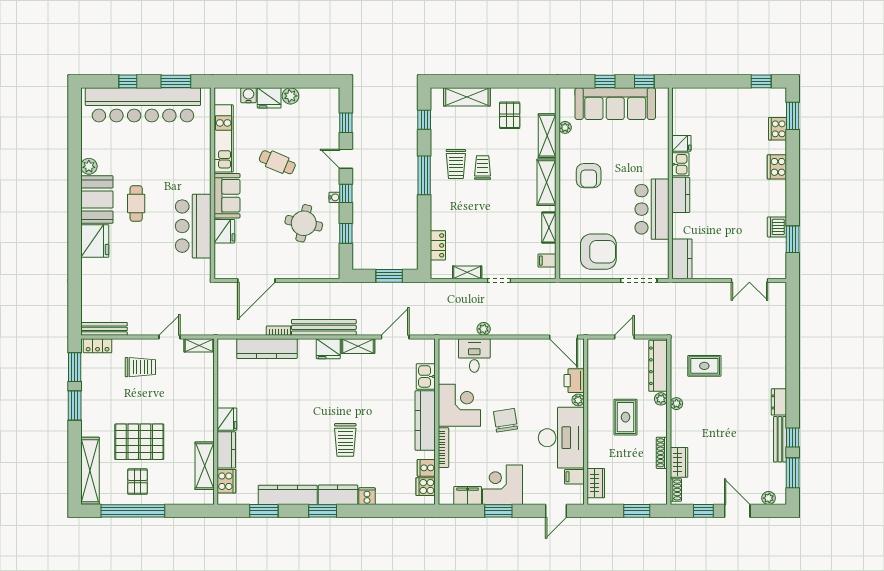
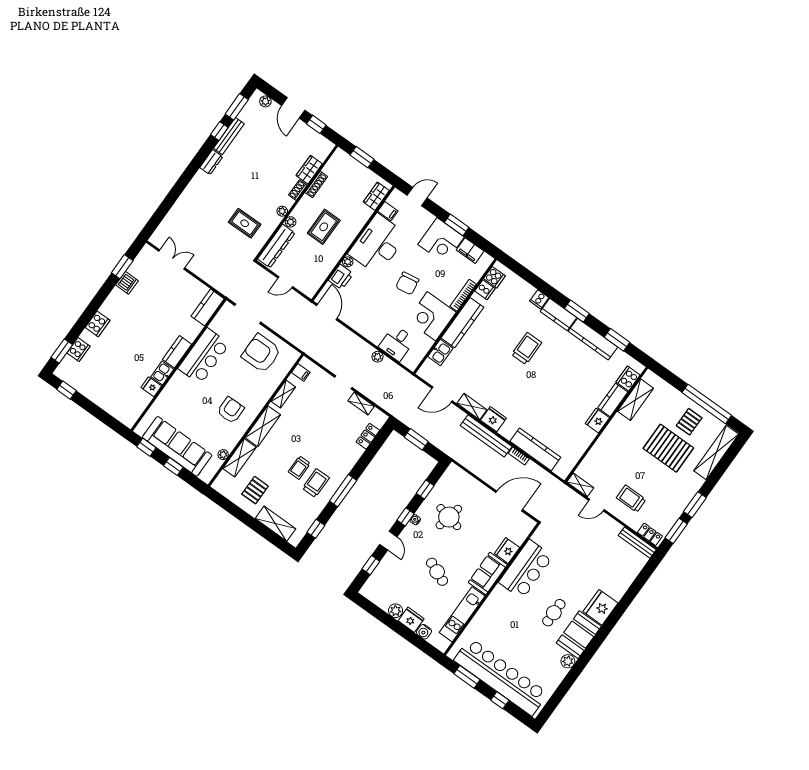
shoe rack: (676, 490) -> (298, 190), moved

